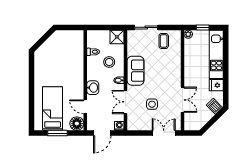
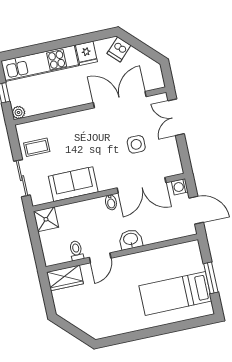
wardrobe: (77, 41) -> (65, 278), added
stool: (109, 62) -> (86, 223), removed
sofa: (135, 71) -> (73, 184), moved
double door: (182, 100) -> (120, 100), width x1.37
double door: (125, 102) -> (141, 185), width x1.37
door: (85, 107) -> (100, 258), moved
floor lamp: (77, 124) -> (190, 252), removed

